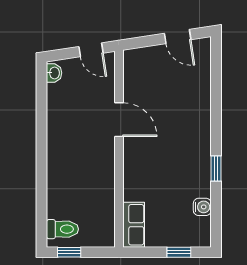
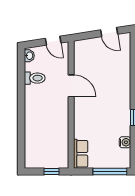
toilet: (62, 229) -> (35, 78), moved
window: (69, 252) -> (52, 172), moved
window: (179, 252) -> (110, 172), width x2.17

